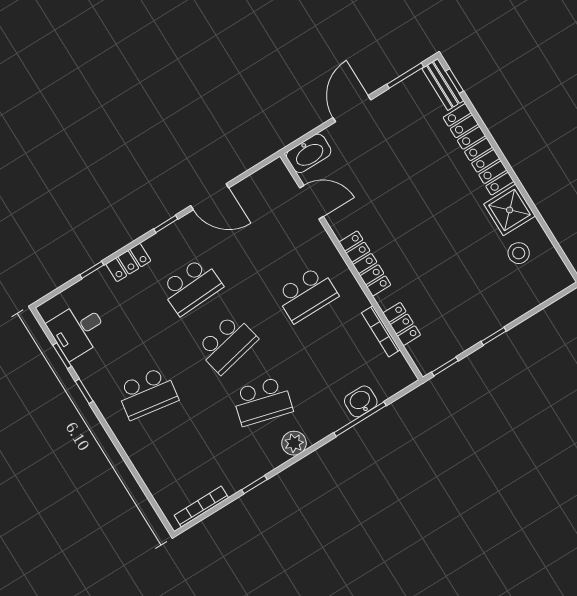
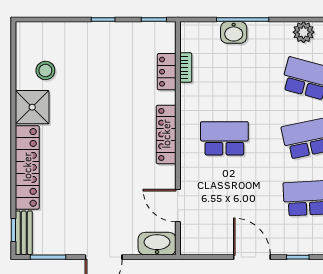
bookcase: (381, 331) -> (186, 68), width x0.64

